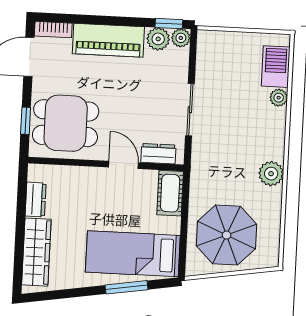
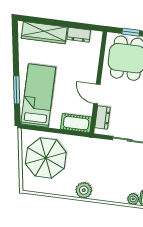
door: (124, 165) -> (97, 94), swing flipped

